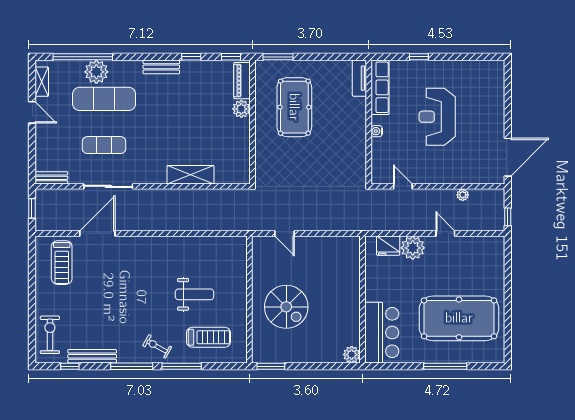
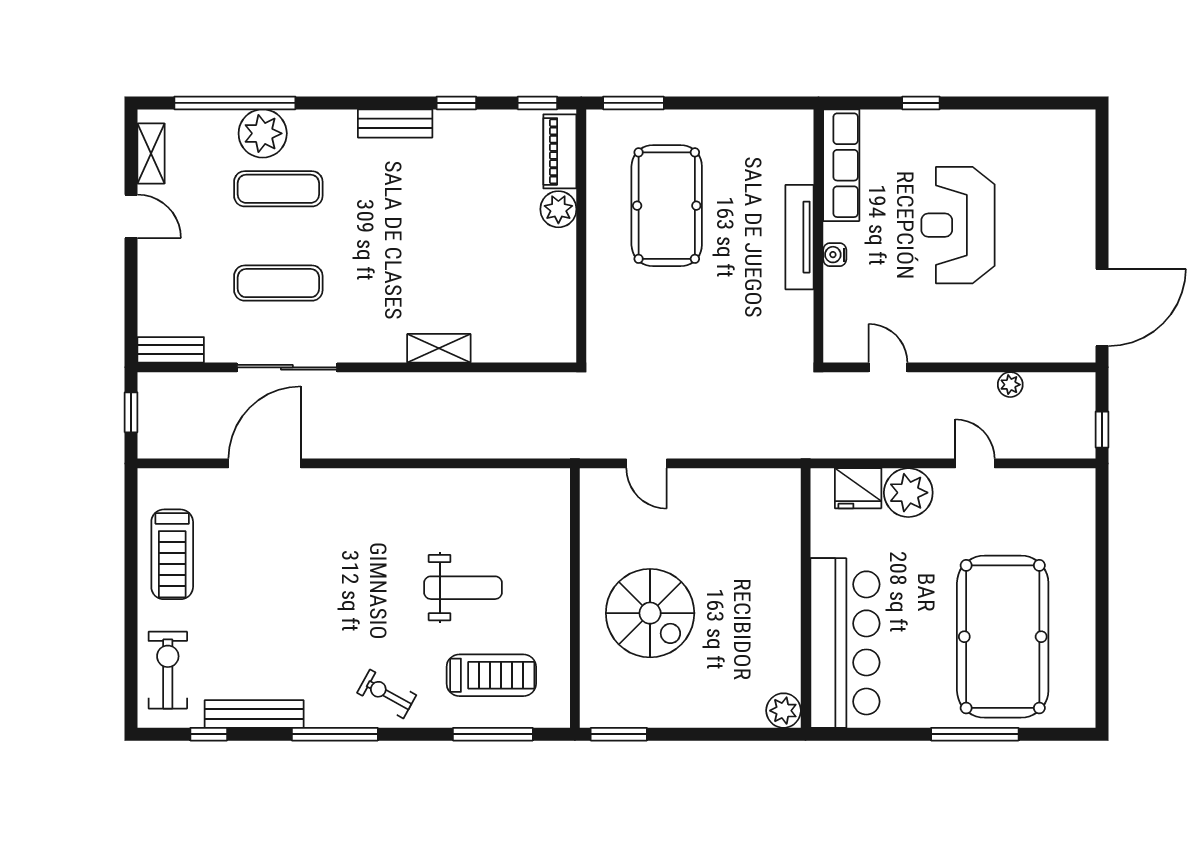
tv unit: (359, 78) -> (799, 237), moved, width x1.41
exercise mat: (104, 99) -> (278, 189), width x0.73, depth x0.69
shelving: (190, 175) -> (439, 348), width x0.67, depth x0.75
treadmill: (62, 263) -> (172, 554), moved
pool table: (459, 318) -> (1003, 637), turned 90
bar counter: (382, 333) -> (845, 643), width x1.36
window: (182, 366) -> (493, 734), moved

